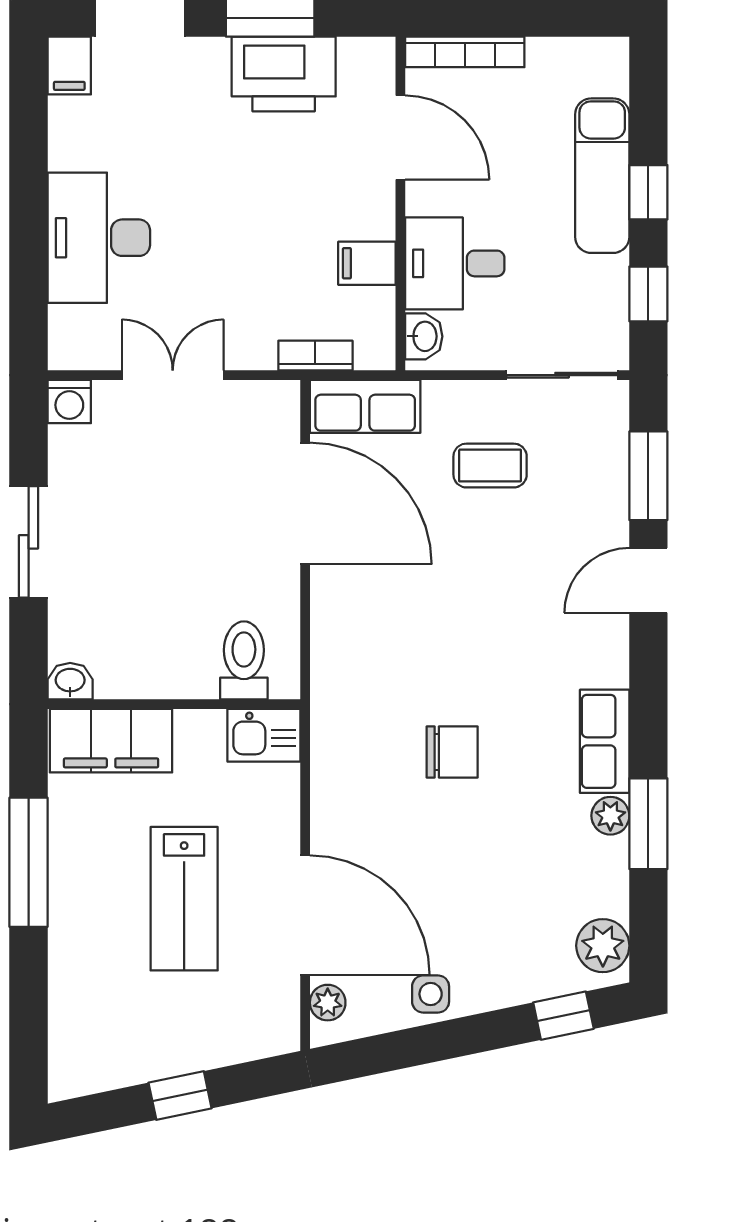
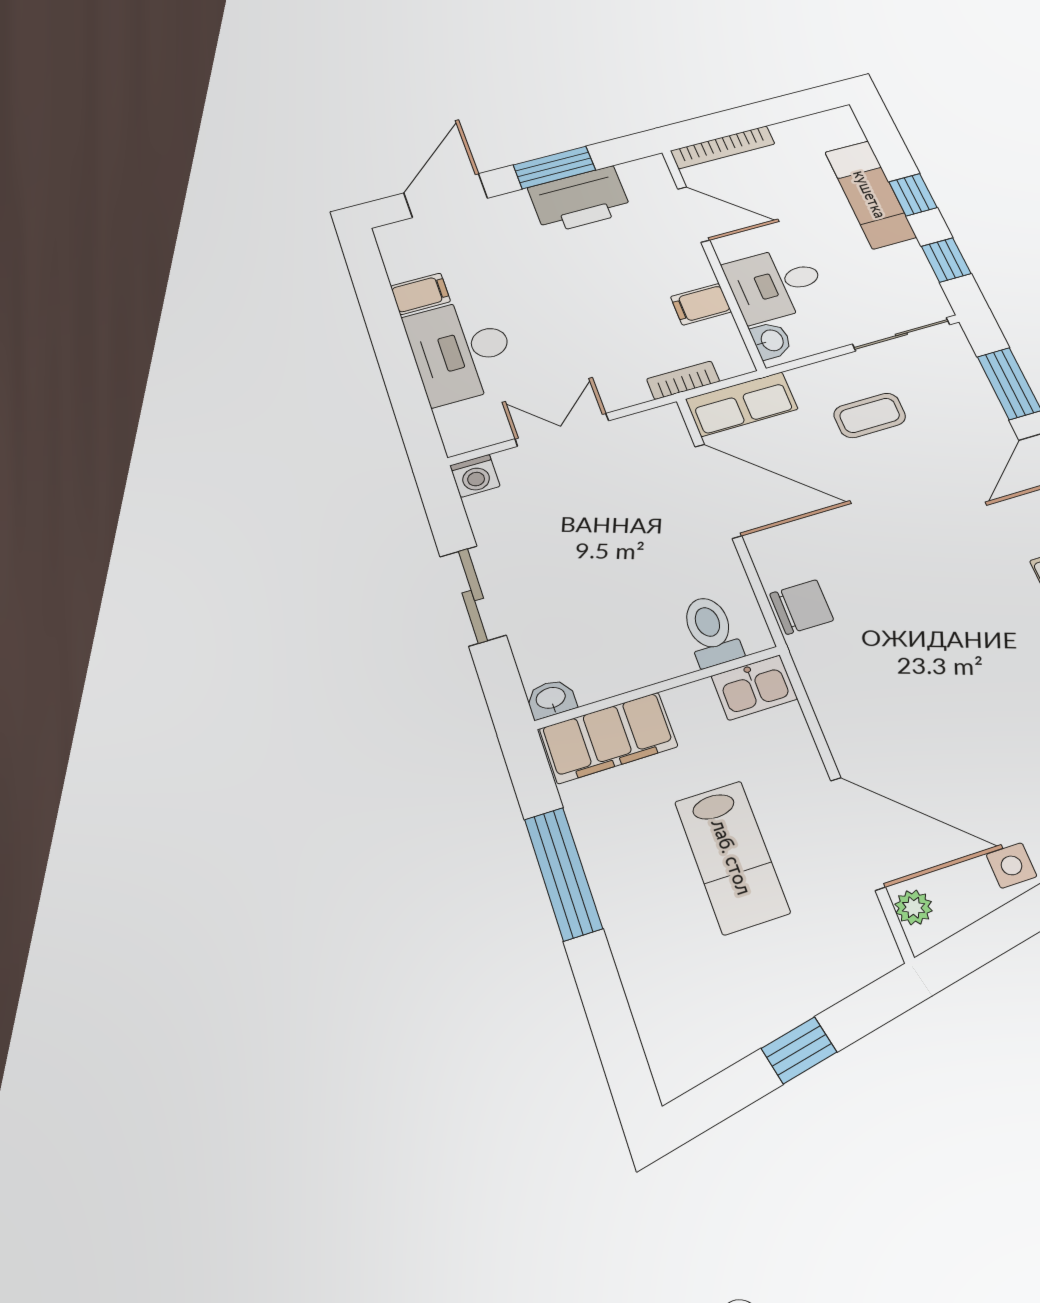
filing cabinet: (69, 66) -> (420, 294), moved, turned -90
chair: (452, 752) -> (802, 607), moved

